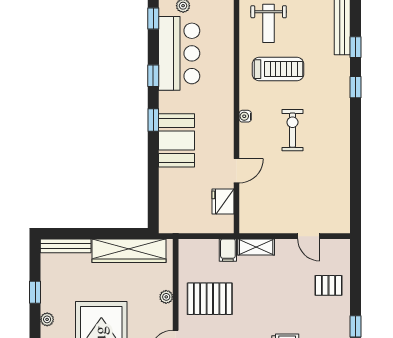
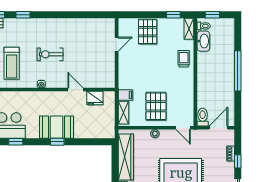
treadmill: (278, 69) -> (12, 63), turned 180
window: (153, 120) -> (57, 142), moved
shelving: (256, 247) -> (123, 113), moved
pallet: (329, 285) -> (148, 32), width x1.50, depth x1.42

